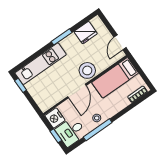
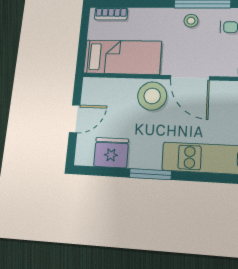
door: (120, 42) -> (75, 119), moved
door: (77, 91) -> (190, 78), swing flipped

